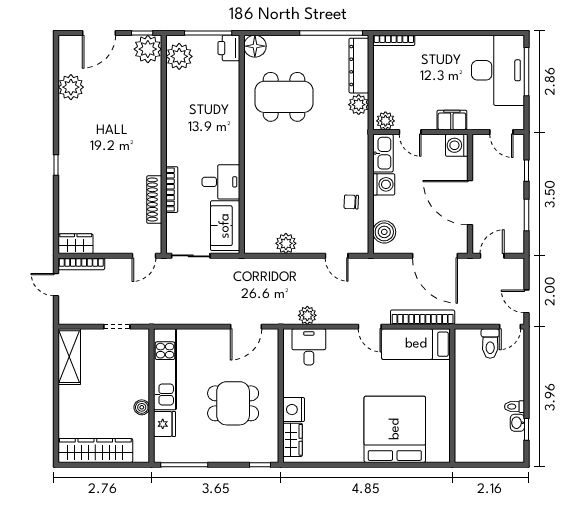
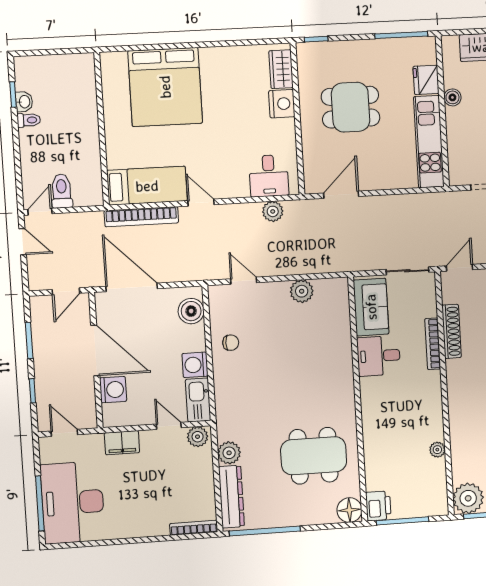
plant: (179, 56) -> (437, 450), moved, width x0.53, depth x0.53
washing machine: (457, 145) -> (113, 390), moved

